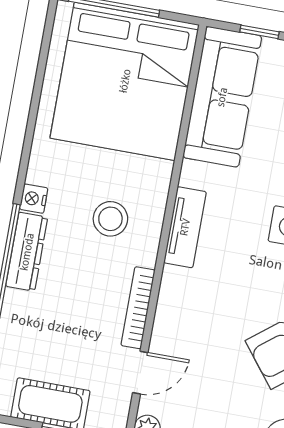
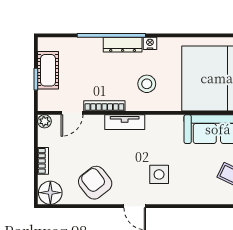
tv unit: (185, 227) -> (125, 122), moved
door: (140, 373) -> (72, 113), hinge flipped

